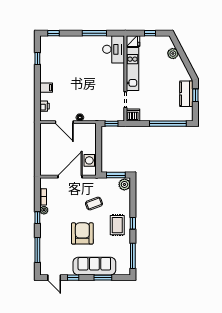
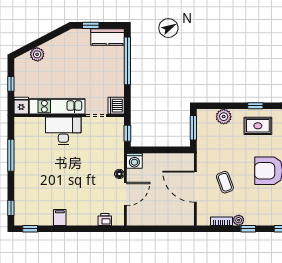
desk: (114, 49) -> (63, 131), moved
window: (37, 58) -> (30, 229), moved
filing cabinet: (46, 88) -> (60, 217), moved
kitchen counter: (186, 94) -> (108, 37), moved
washing machine: (90, 160) -> (134, 161), moved
plant: (124, 184) -> (224, 117), moved
coffee table: (94, 204) -> (225, 182), moved

